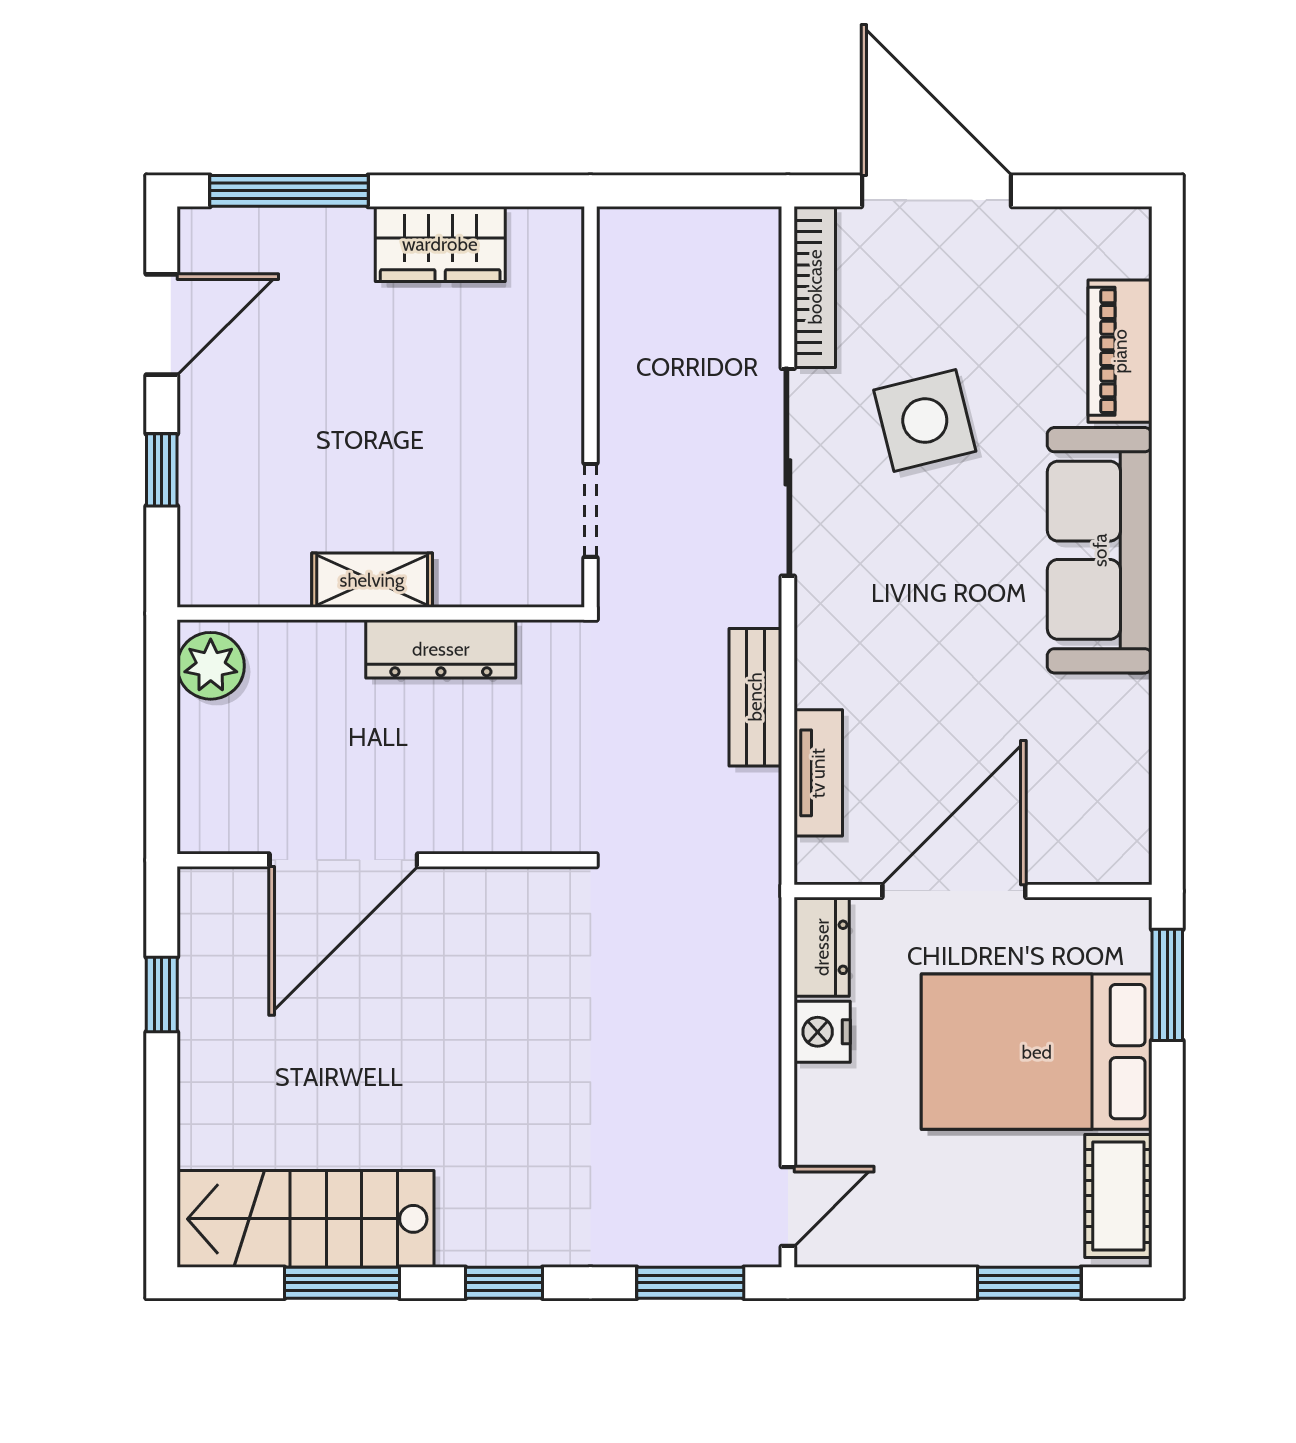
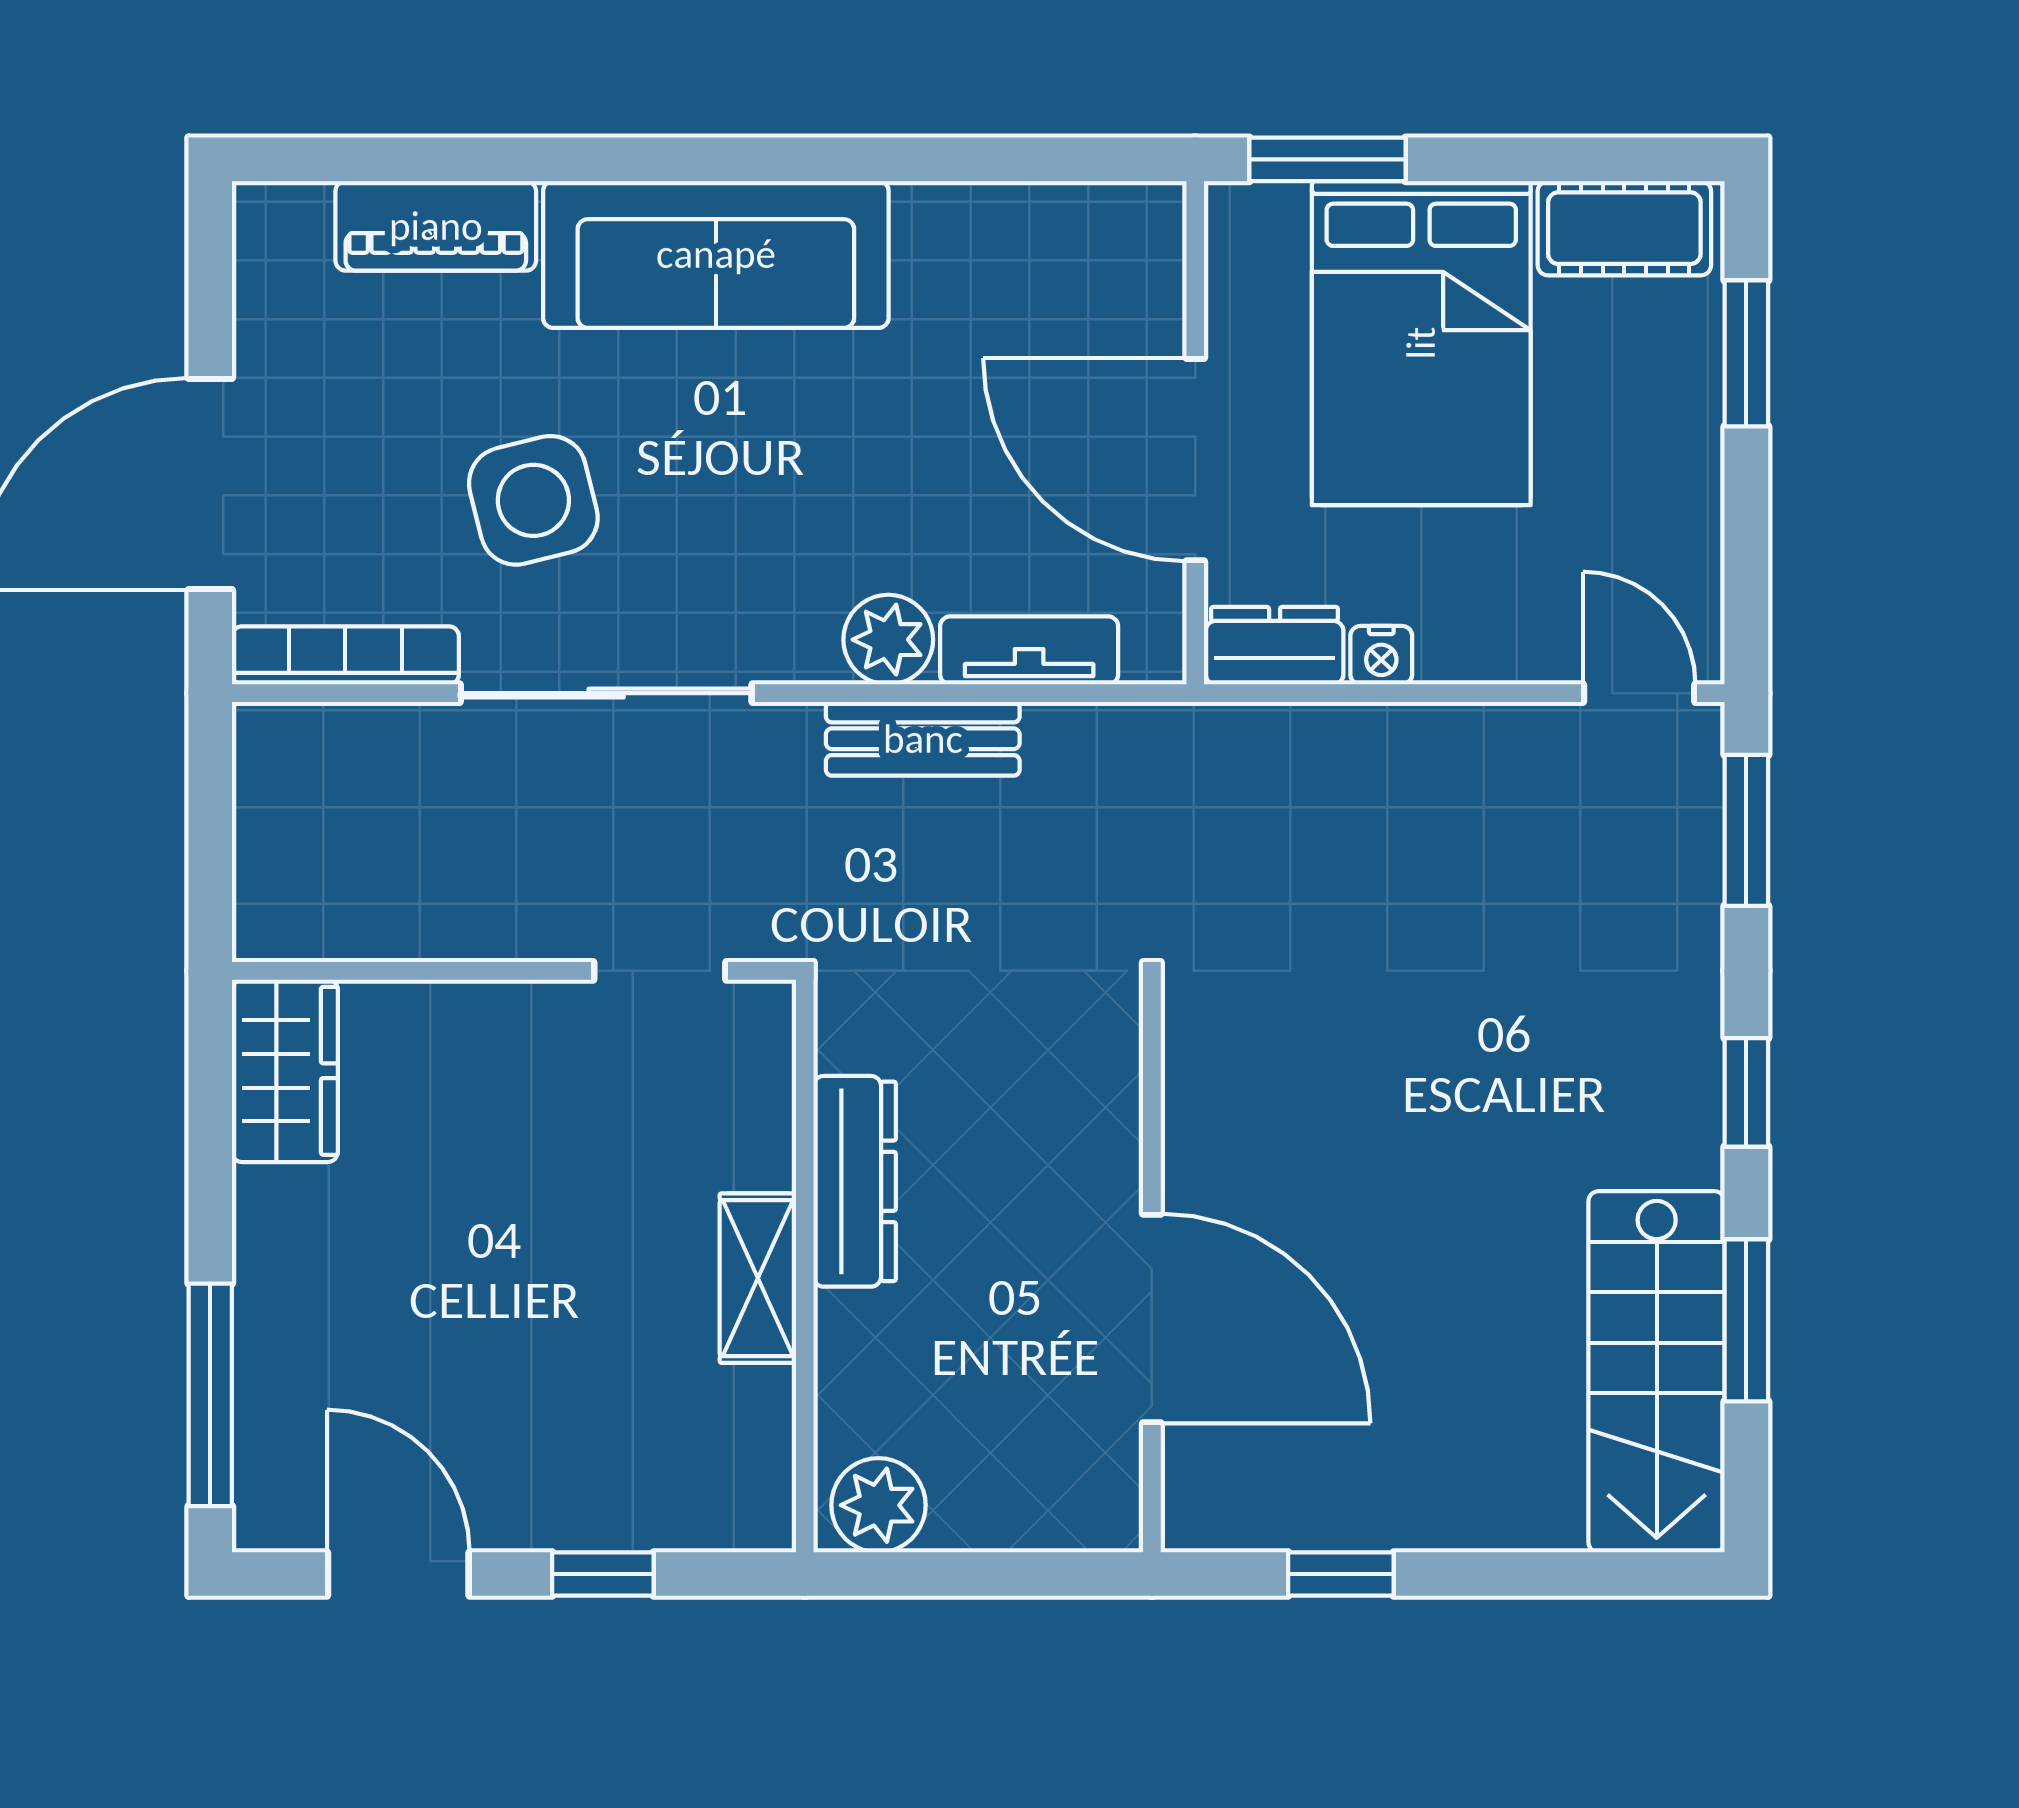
wardrobe: (440, 244) -> (285, 1071), moved
plant: (826, 673) -> (888, 640), added
nightstand: (822, 1032) -> (1381, 655), width x0.72, depth x0.74

